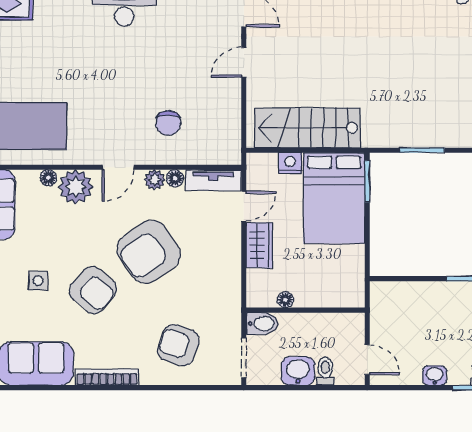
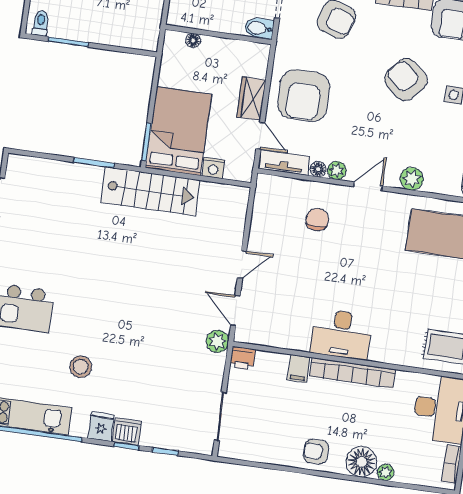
stairs: (307, 128) -> (150, 191), moved
floor lamp: (48, 178) -> (431, 186), removed
plant: (76, 187) -> (412, 179), width x0.73, depth x0.73
door: (244, 206) -> (260, 135), swing flipped
armchair: (149, 252) -> (304, 96), moved, turned 125
floor lamp: (285, 300) -> (193, 40), moved

